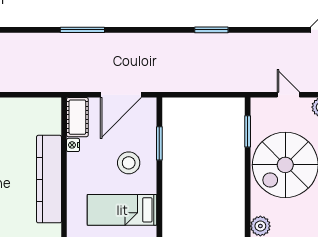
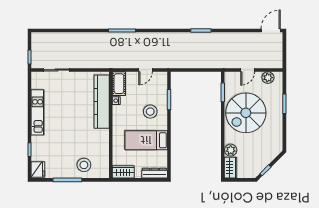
door: (121, 95) -> (146, 70), width x0.53
door: (288, 95) -> (248, 70), swing flipped
kitchen counter: (49, 179) -> (102, 102), moved

